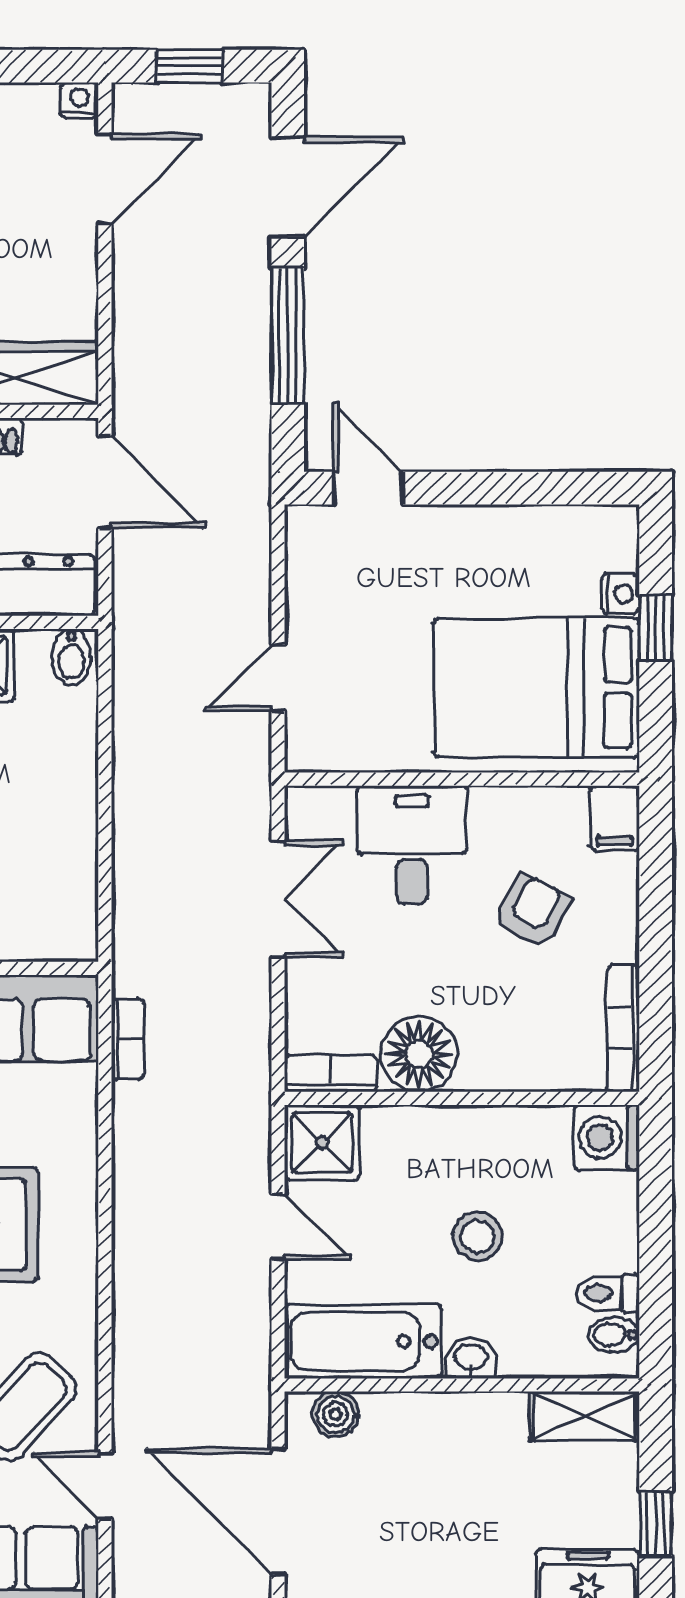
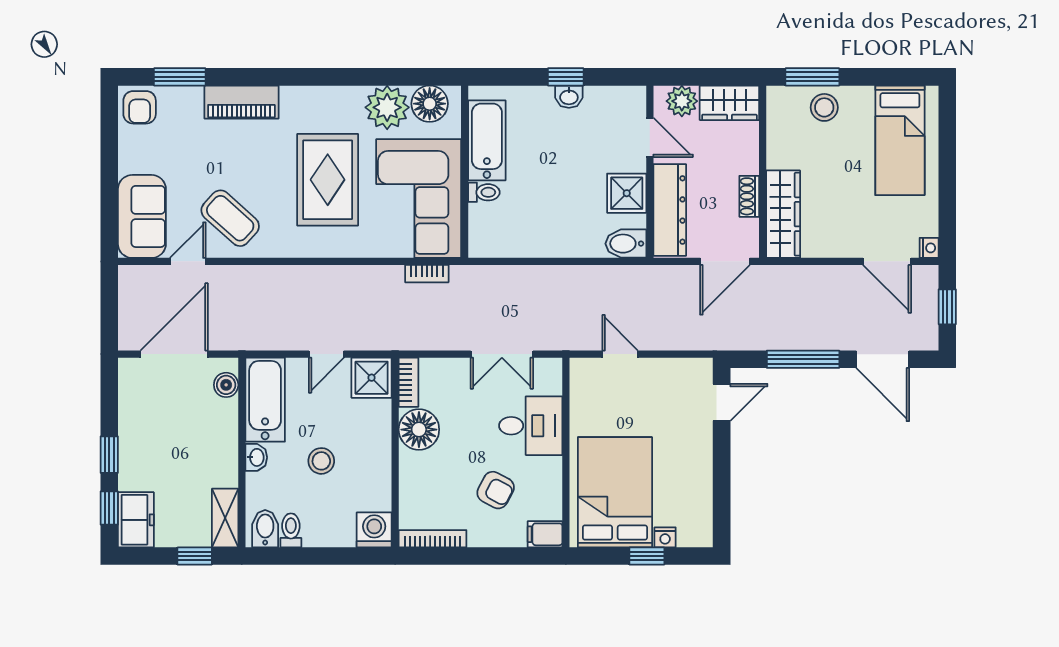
bidet: (71, 657) -> (626, 244), width x1.38, depth x1.36
bidet: (614, 1335) -> (265, 529), width x1.38, depth x1.36
window: (656, 1524) -> (195, 556), moved

